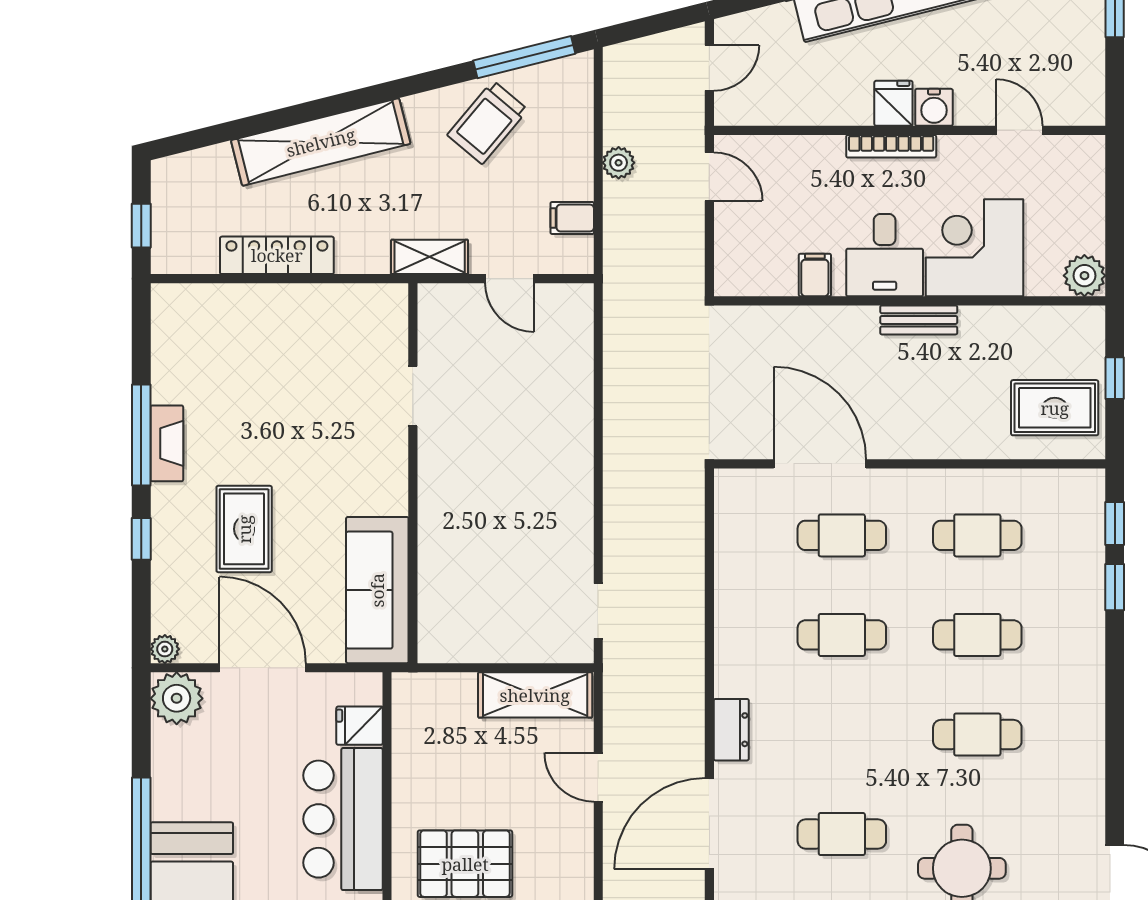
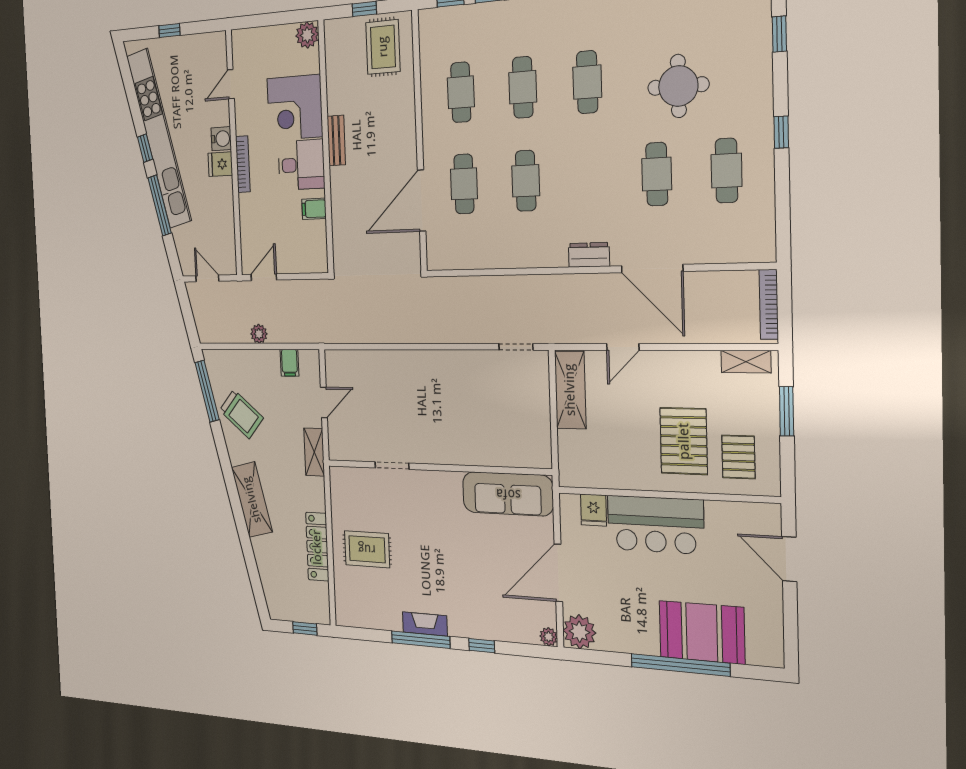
shelving: (321, 142) -> (252, 500), width x0.68
rug: (244, 529) -> (367, 549), moved

